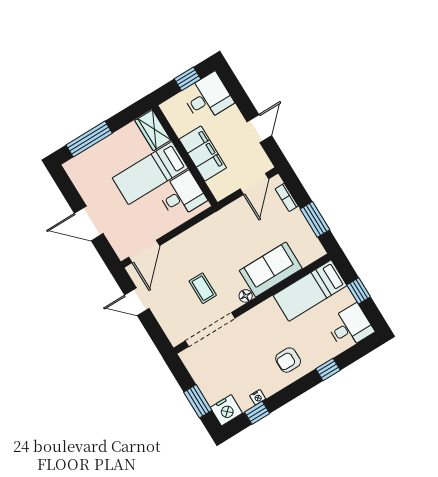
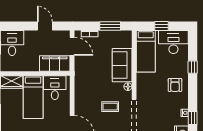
filing cabinet: (203, 153) -> (55, 63), moved
desk: (350, 327) -> (173, 42), width x1.37

